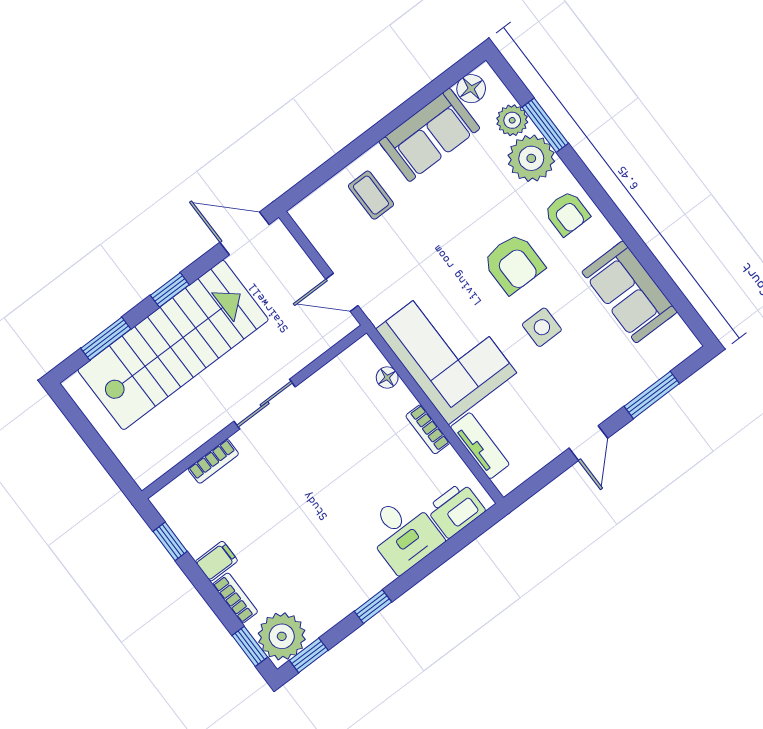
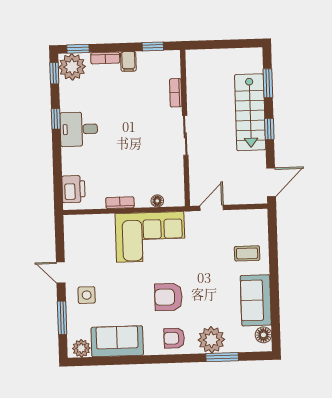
plant: (512, 120) -> (81, 348), moved
side table: (542, 327) -> (87, 295), moved
stairs: (173, 345) -> (250, 112), width x0.73, depth x0.66
tv unit: (480, 446) -> (95, 221), removed
desk: (403, 534) -> (79, 129), moved

